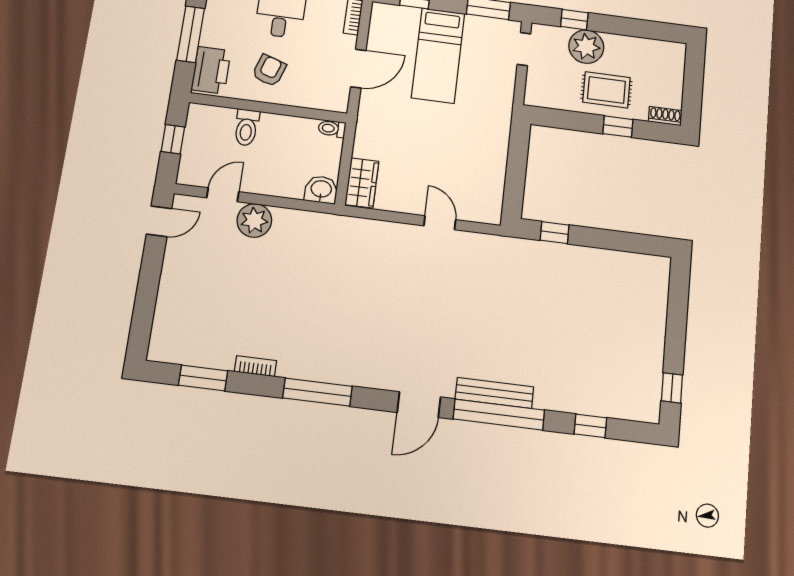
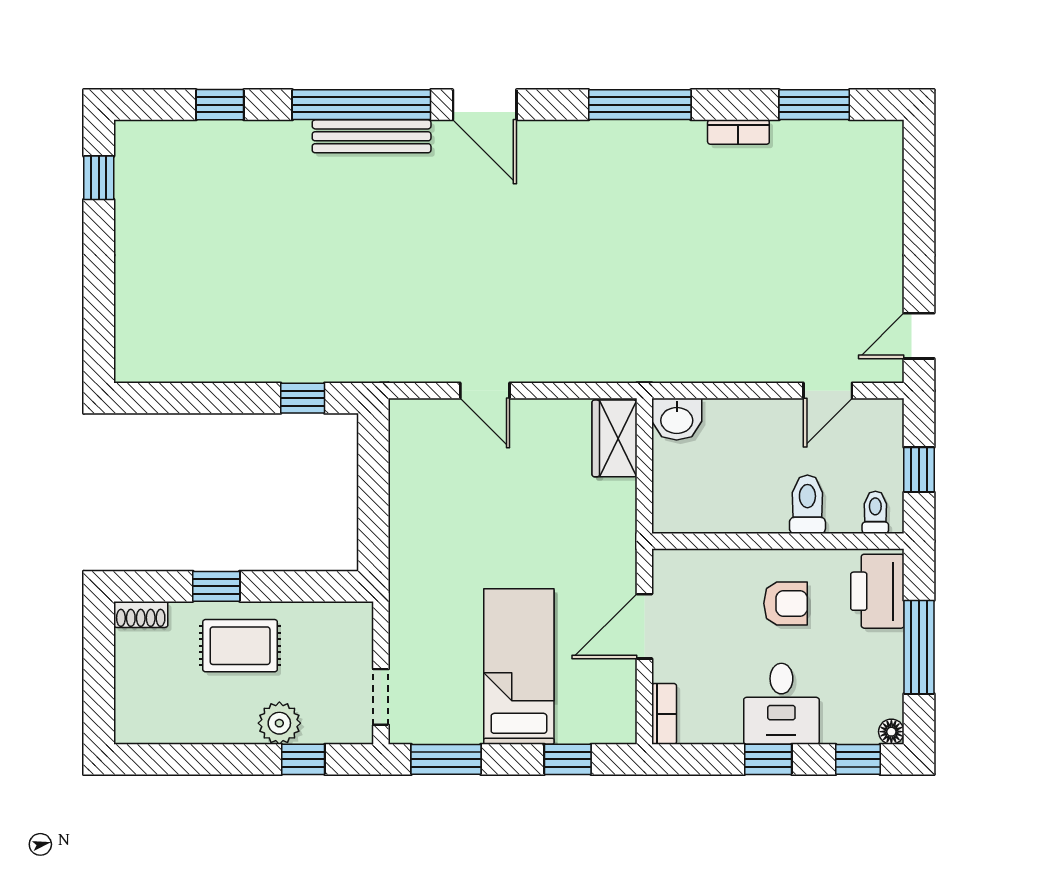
plant: (586, 47) -> (279, 723), width x0.73, depth x0.73
armchair: (269, 70) -> (786, 603), turned -108
toilet: (332, 129) -> (875, 512), moved, turned -90
plant: (254, 220) -> (773, 356), removed
door: (419, 405) -> (485, 105), swing flipped

